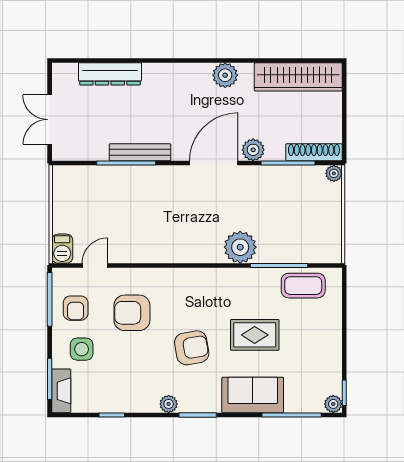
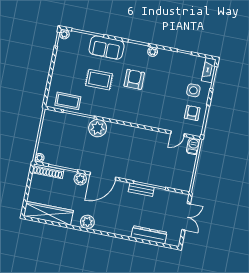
bench: (140, 152) -> (141, 190), width x0.73
armchair: (132, 313) -> (163, 104), removed
armchair: (192, 348) -> (134, 79), turned 100

